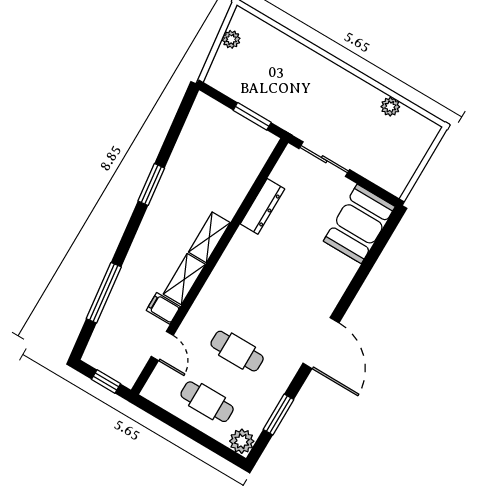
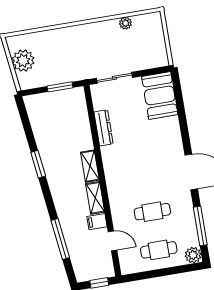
plant: (231, 39) -> (23, 61), width x1.87, depth x1.87
window: (278, 415) -> (200, 226), width x1.44

